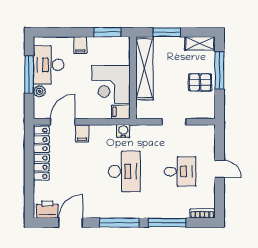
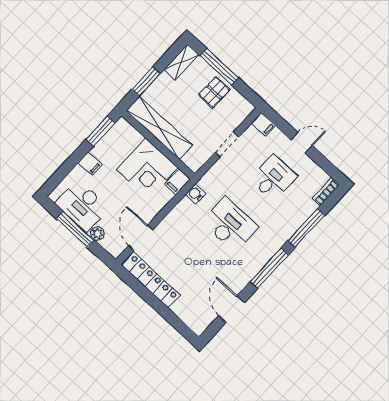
filing cabinet: (82, 133) -> (263, 124), moved
printer: (47, 210) -> (203, 319), removed

